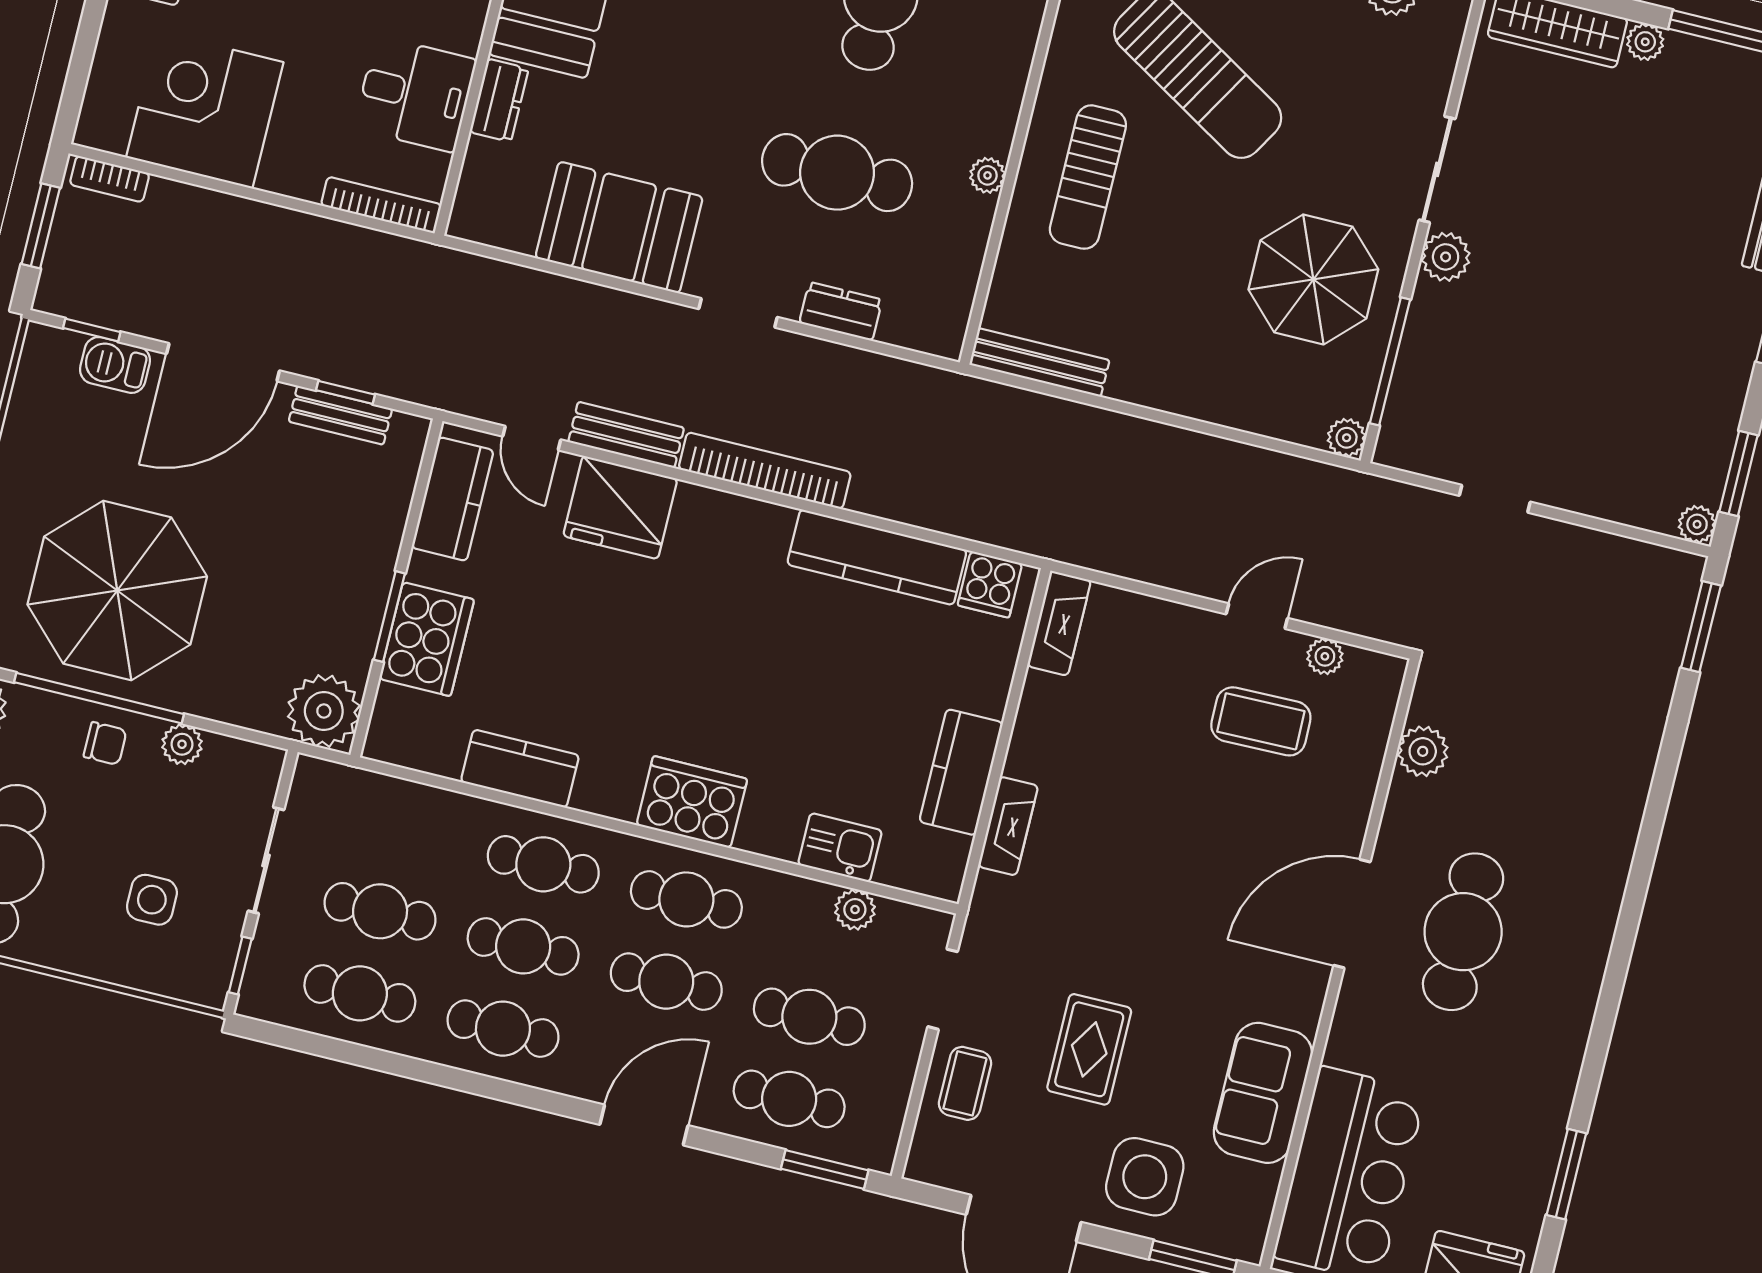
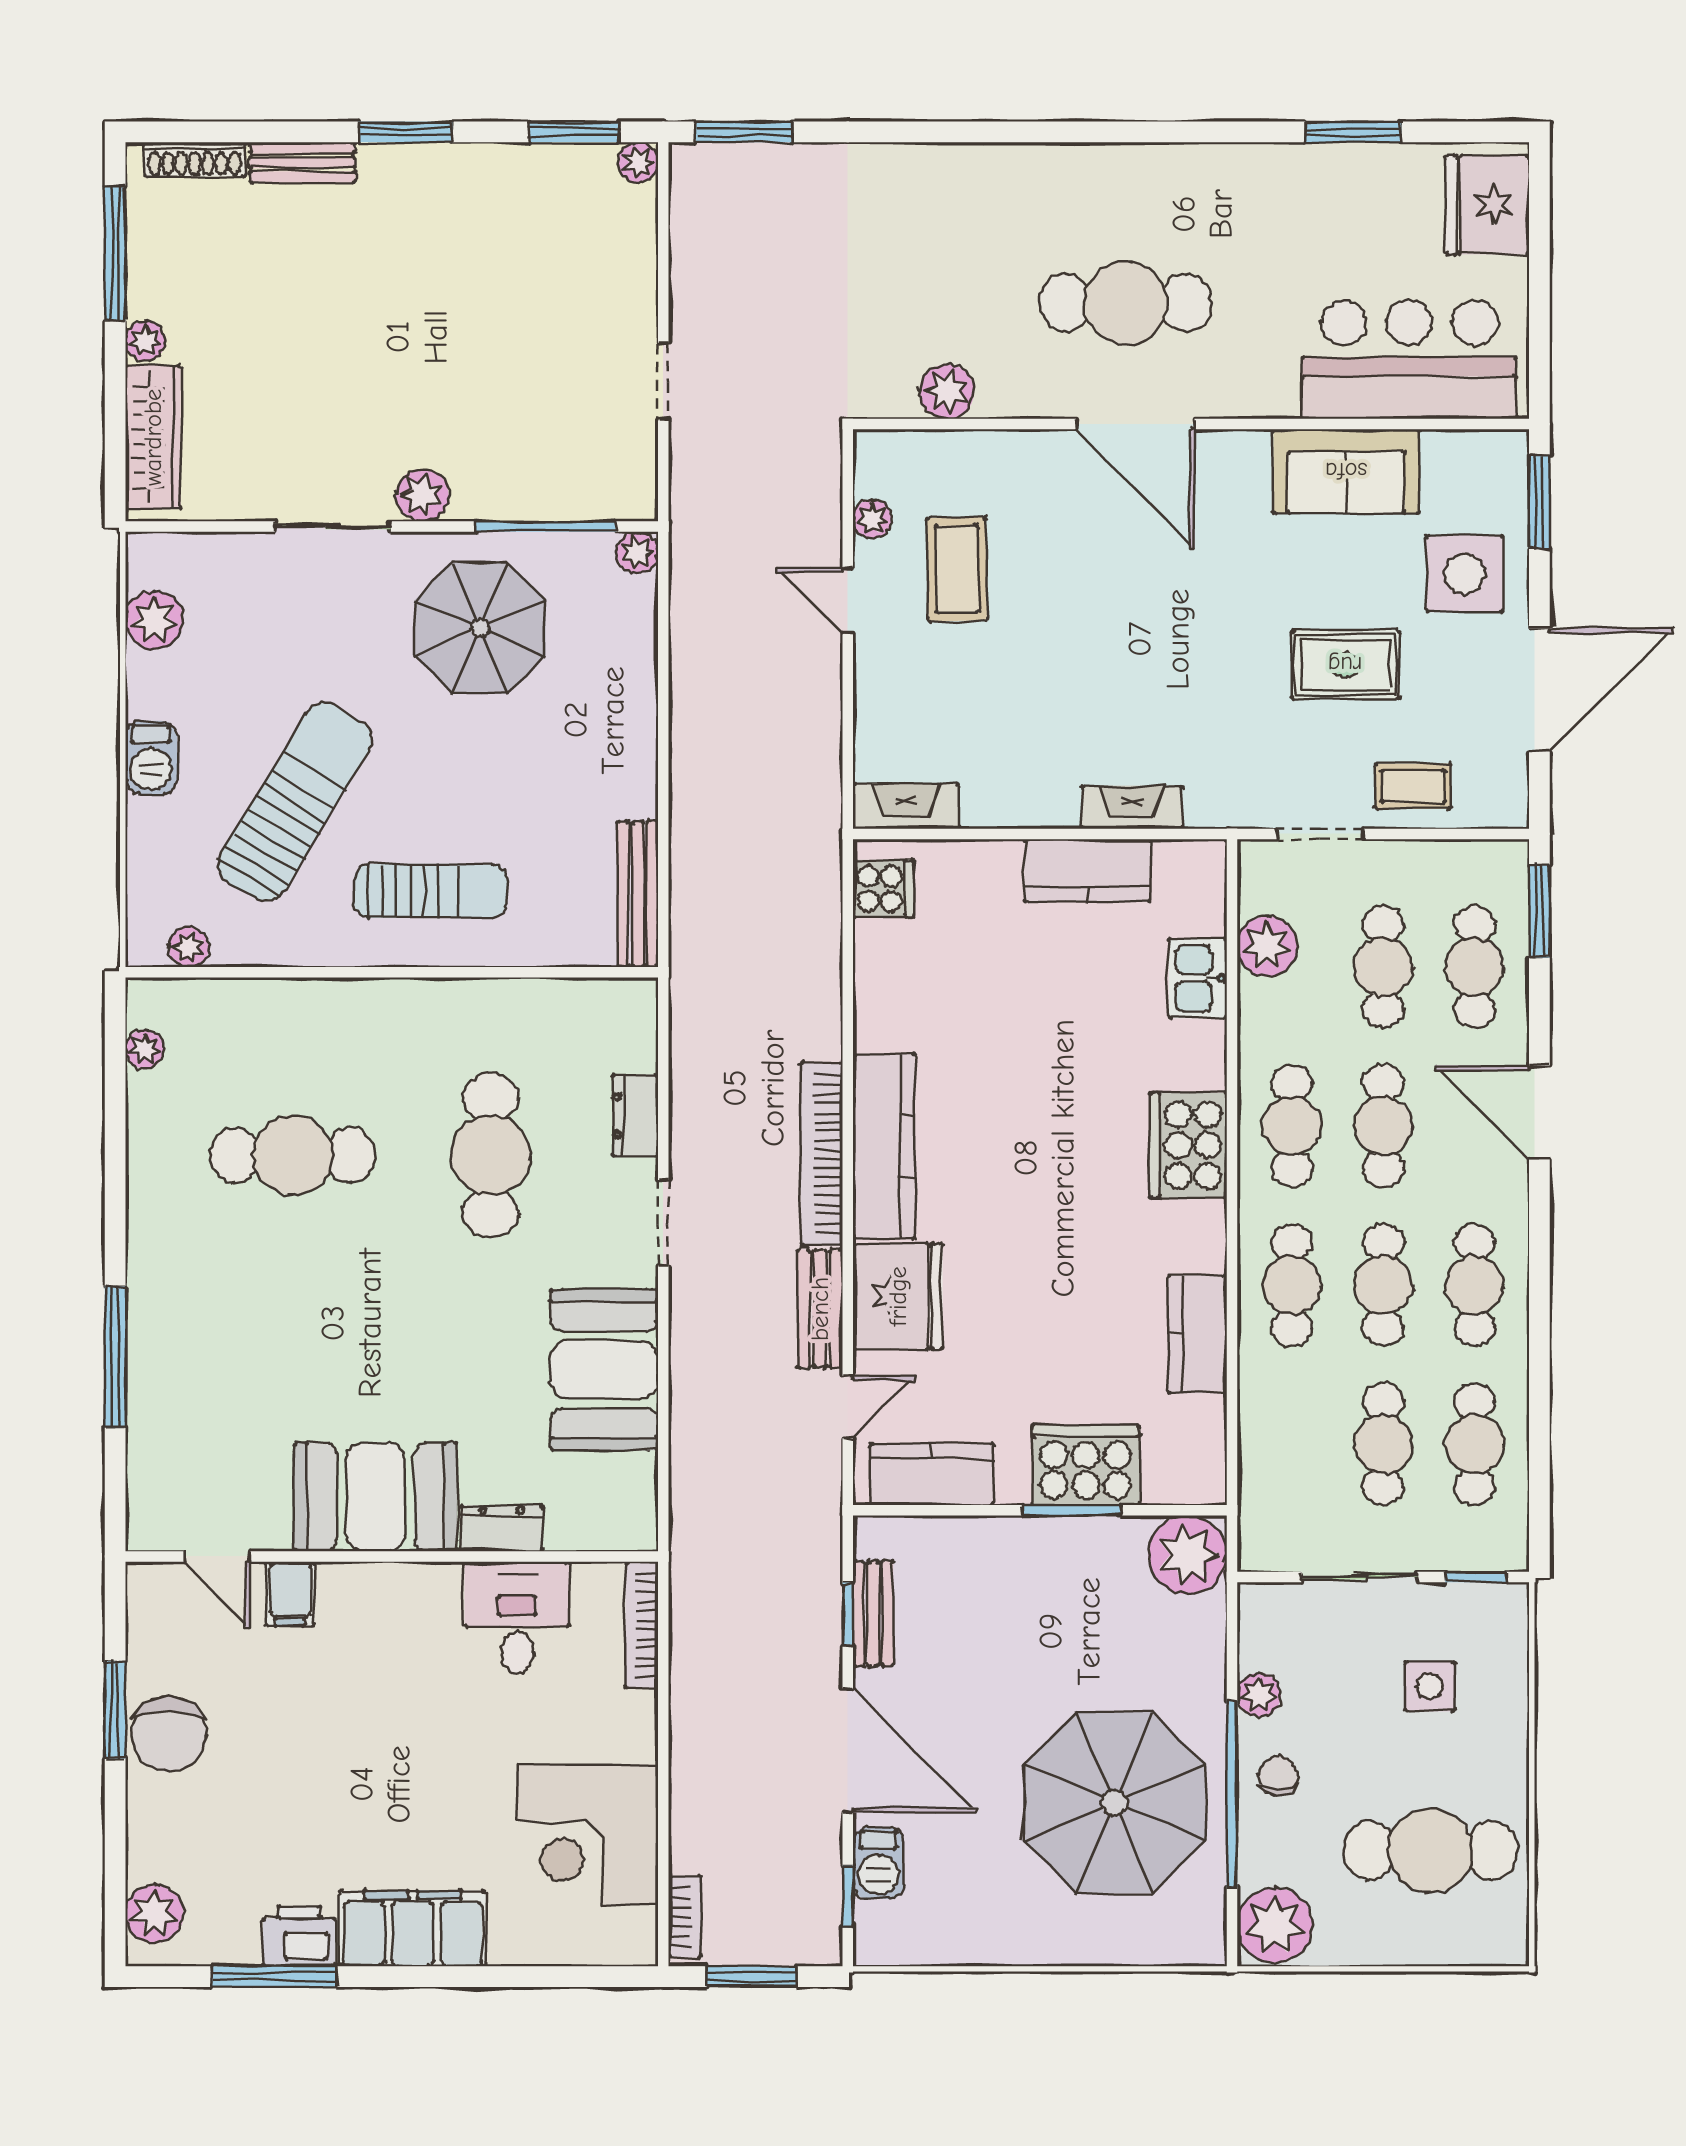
plant: (987, 175) -> (455, 997), removed
kitchen counter: (877, 557) -> (884, 1147), moved
plant: (855, 910) -> (1267, 946), width x1.38, depth x1.38

